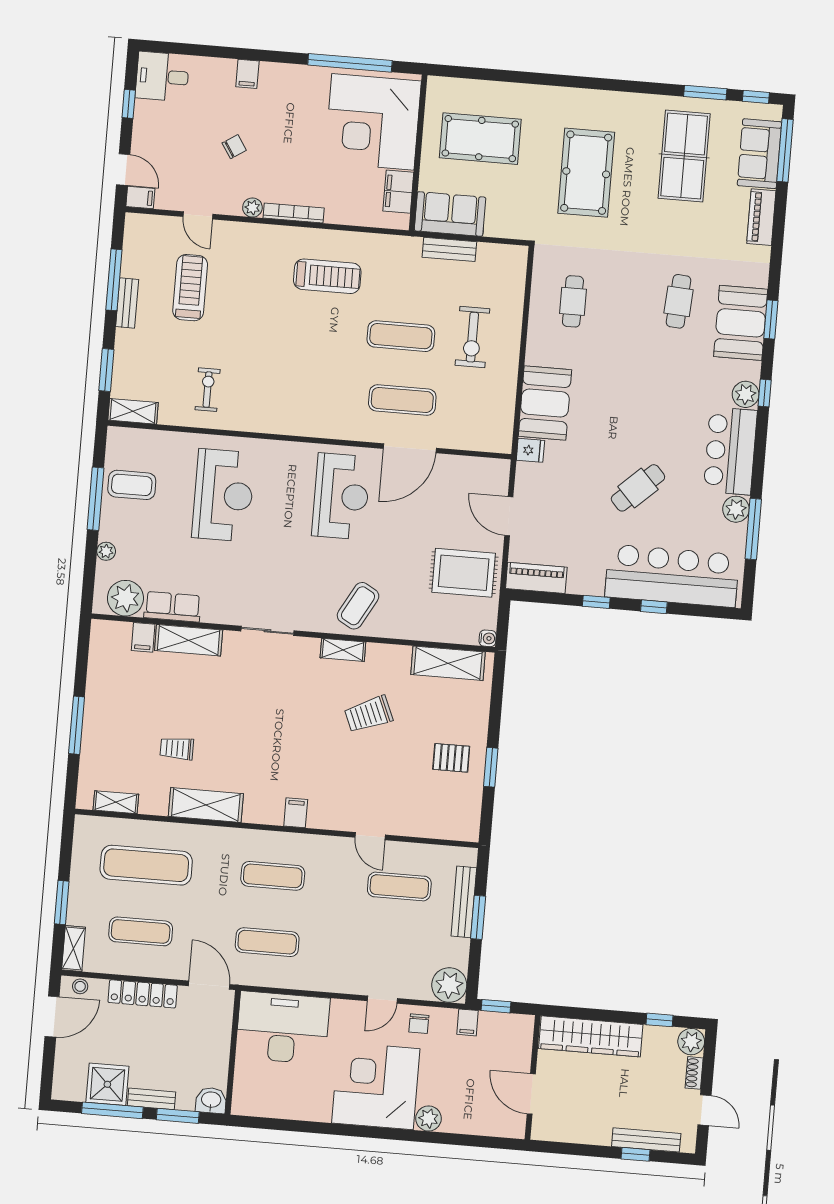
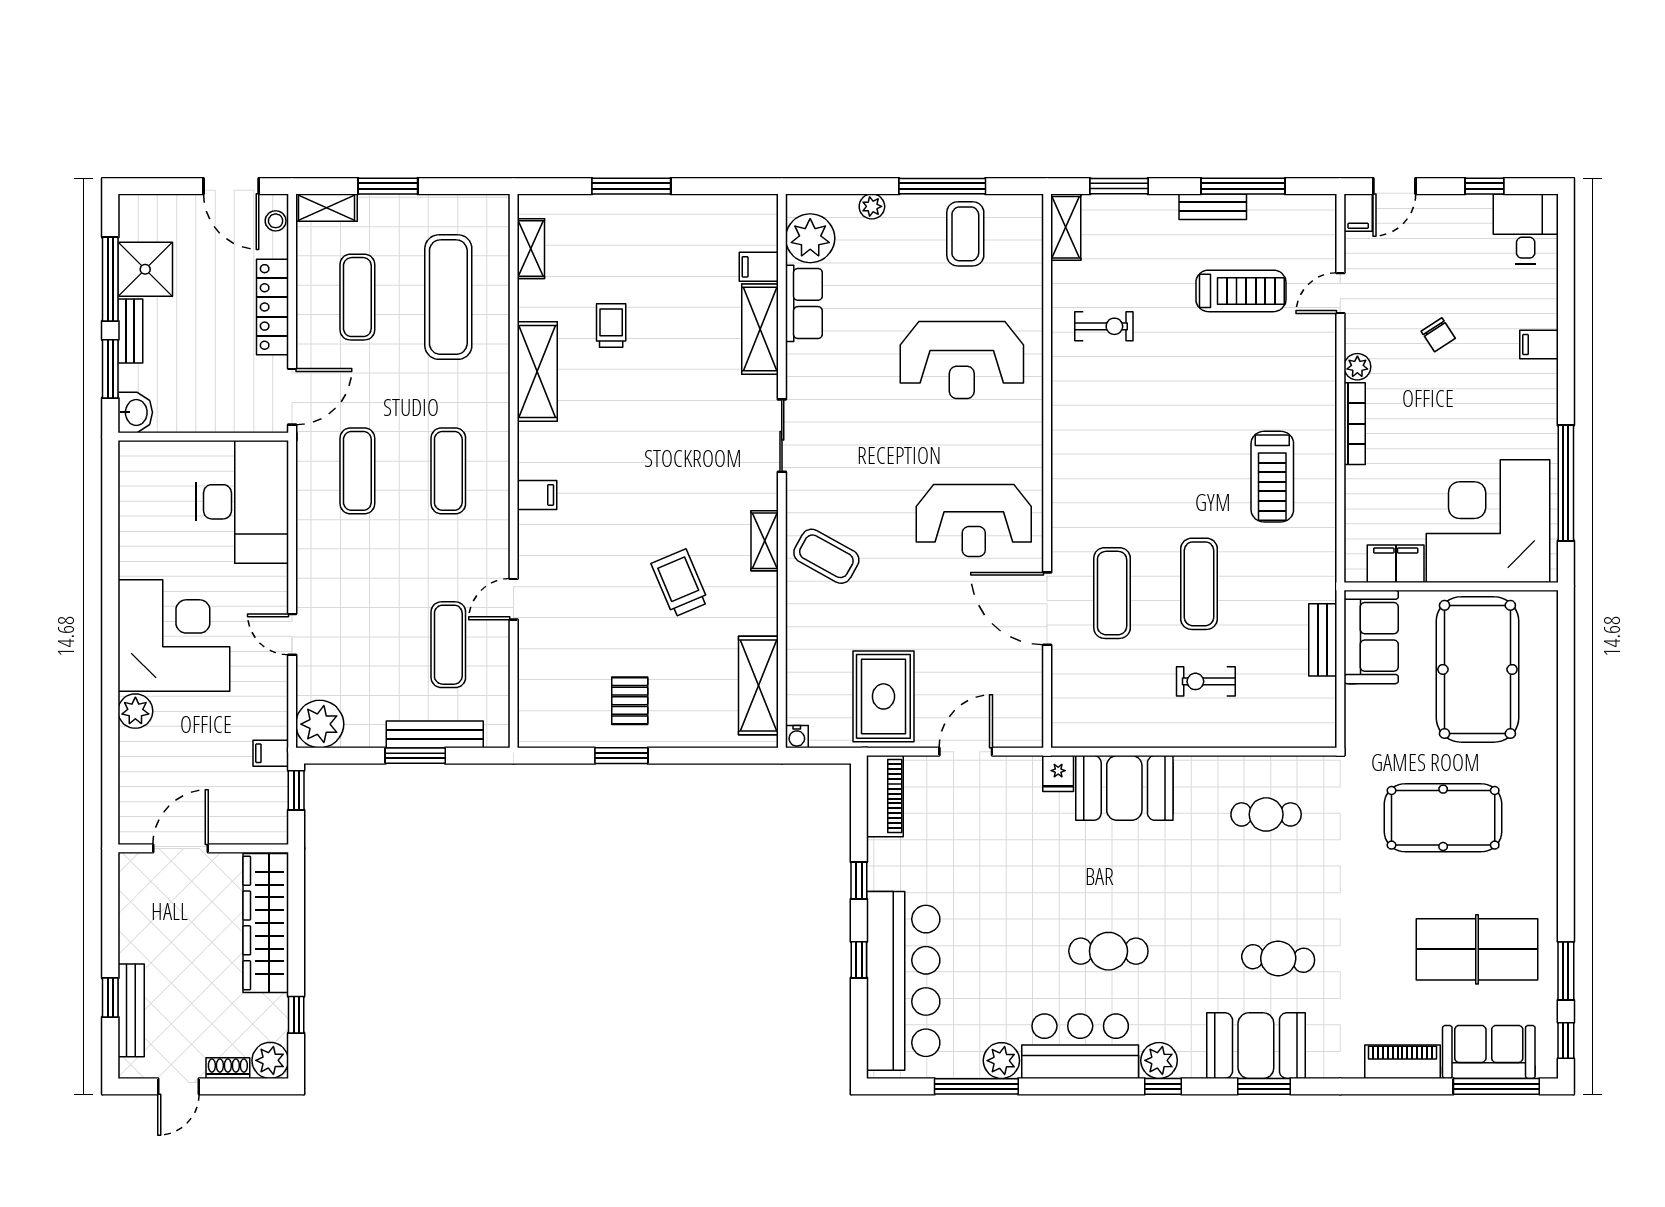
pool table: (480, 139) -> (1477, 669), width x1.36, depth x1.32
exercise bike: (472, 337) -> (1206, 681), width x0.73, depth x0.72
cafe table: (638, 488) -> (1108, 951), moved, turned -47
chair: (419, 1024) -> (264, 687), removed

